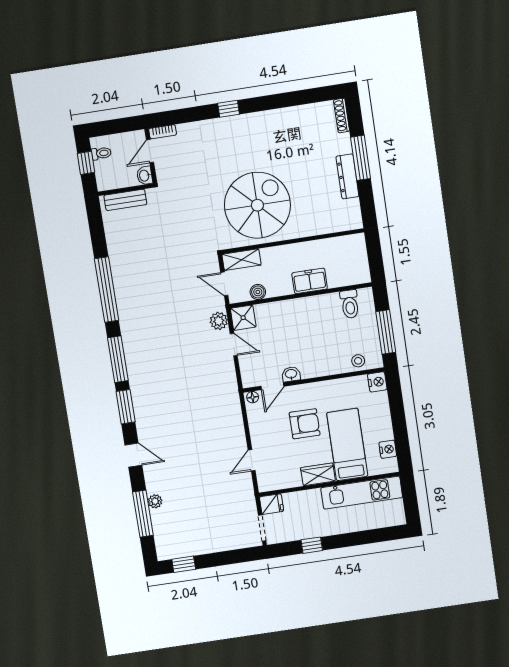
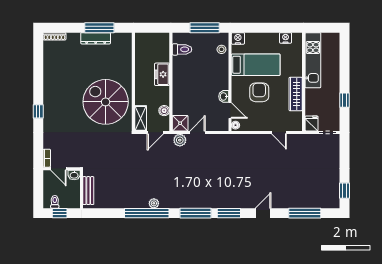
window: (361, 158) -> (99, 28), moved
bed: (347, 445) -> (256, 65), moved, turned 180
wardrobe: (318, 474) -> (296, 94), width x1.50
plant: (155, 501) -> (154, 203), moved

